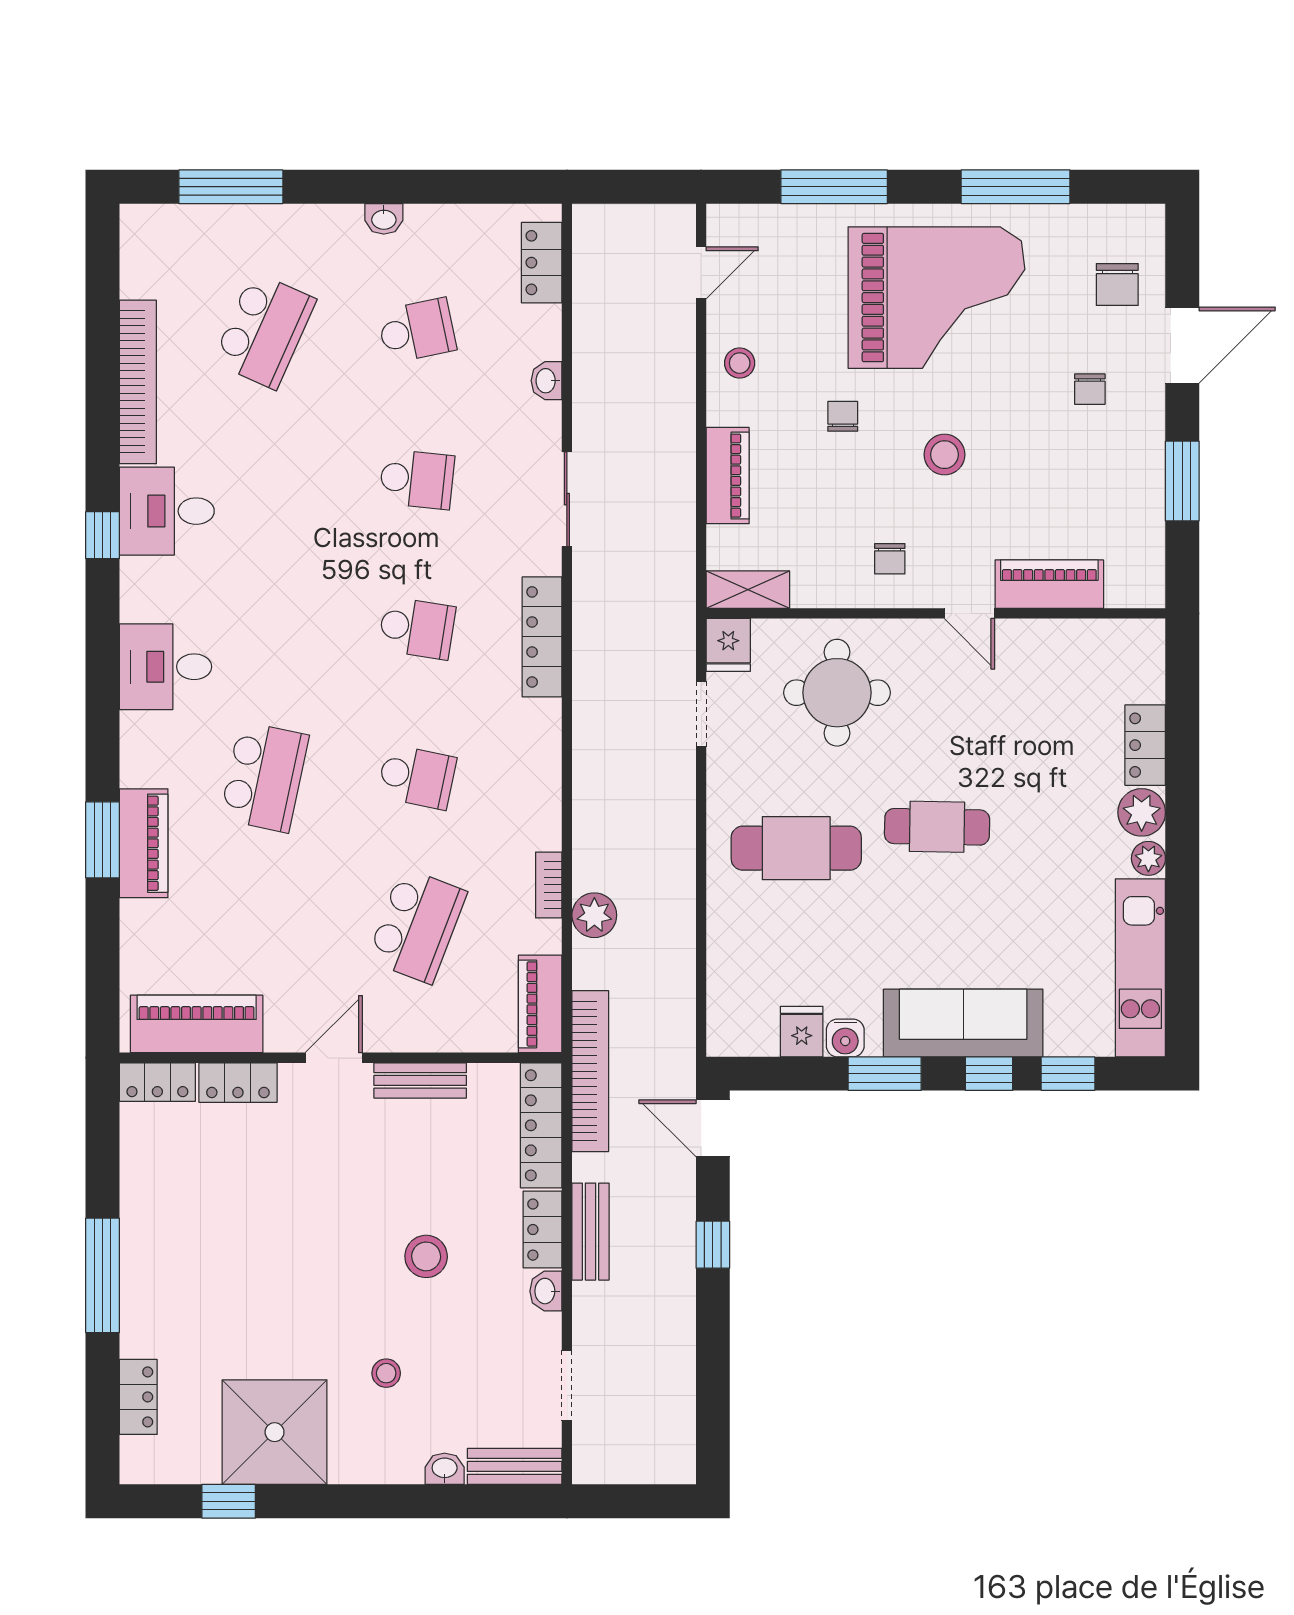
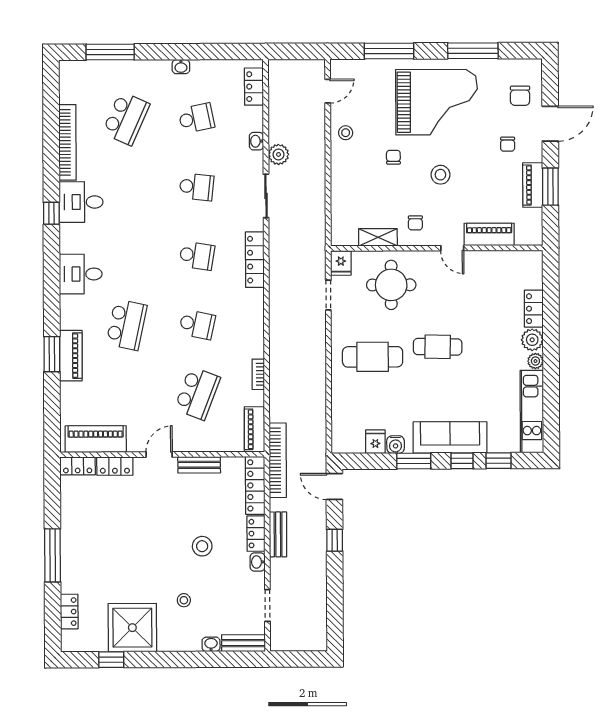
piano: (728, 476) -> (533, 185), moved, turned 180
shelving: (748, 590) -> (378, 237), moved
plant: (594, 915) -> (279, 154), moved

